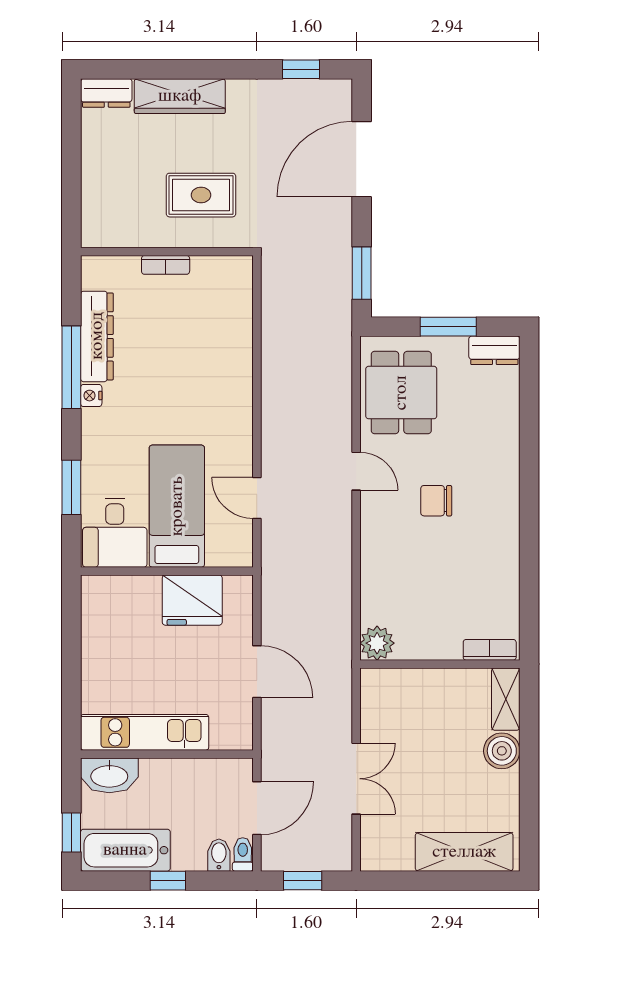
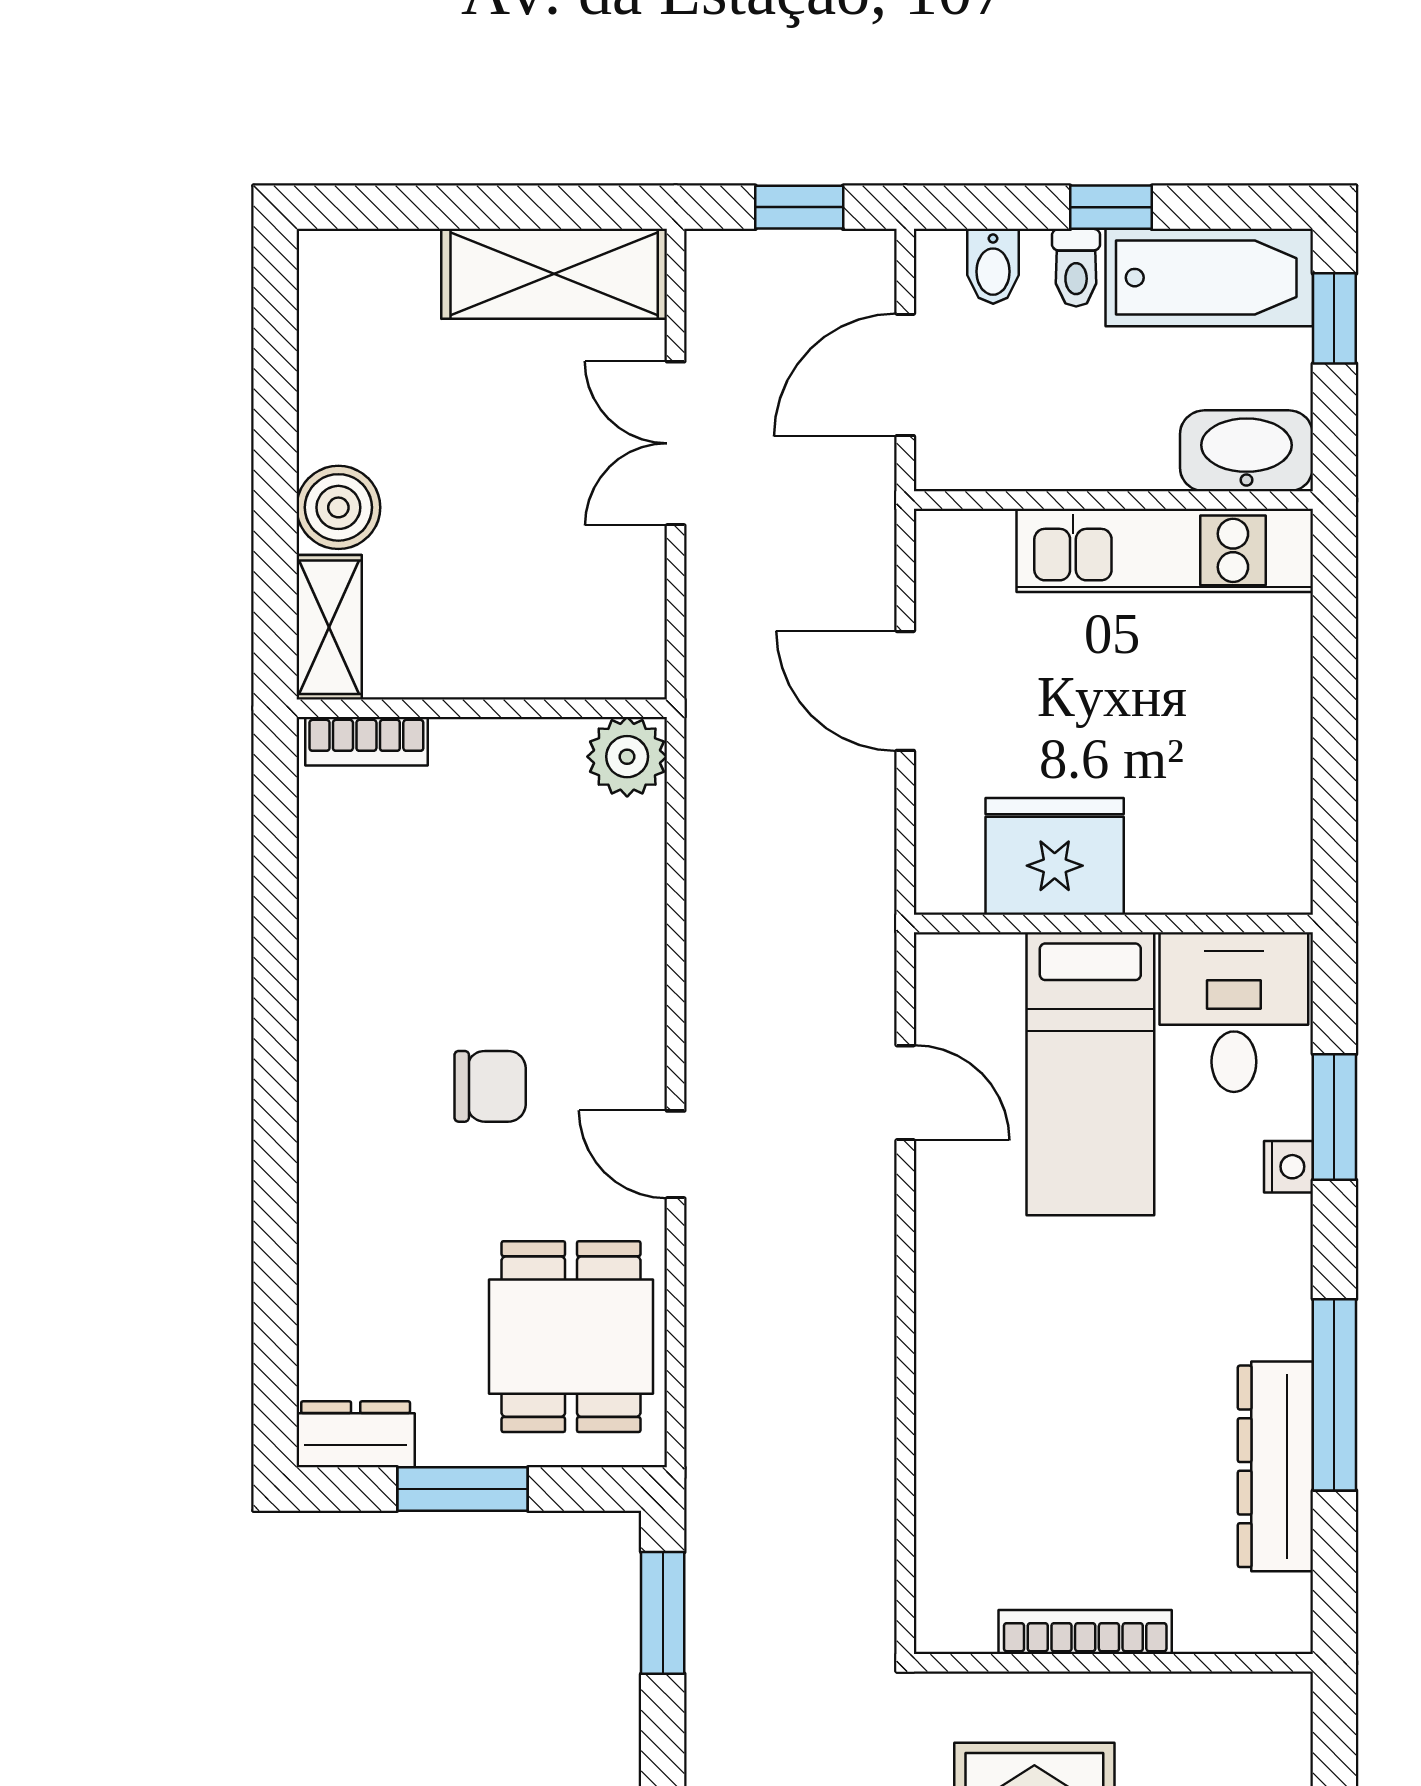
bookcase: (166, 265) -> (1085, 1632), width x1.56
nightstand: (91, 396) -> (1288, 1167), moved
shelving: (464, 852) -> (554, 274), moved
toilet: (243, 854) -> (1076, 268), moved

